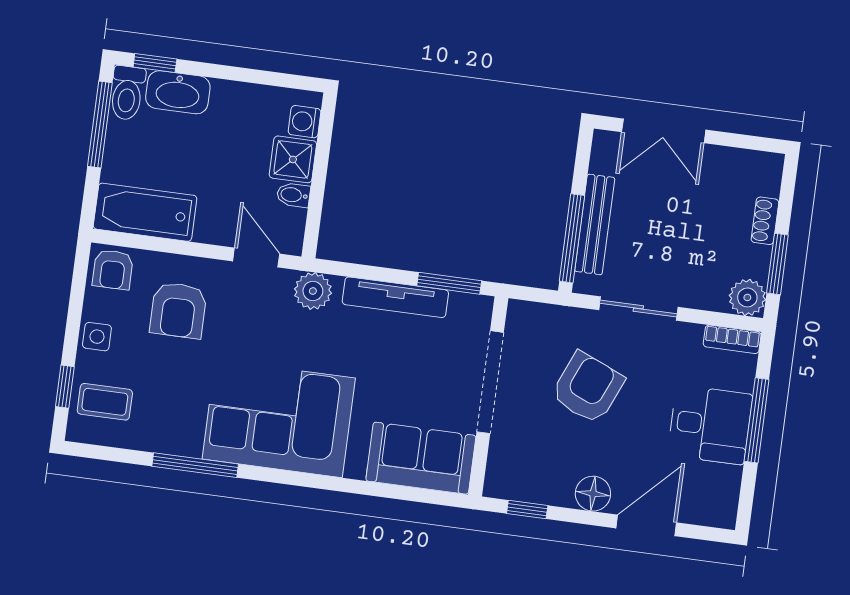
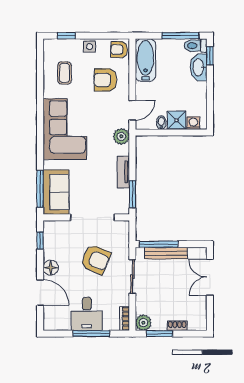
tv unit: (395, 297) -> (123, 172), width x0.71
coffee table: (105, 402) -> (64, 73), moved
window: (195, 465) -> (40, 189), moved

